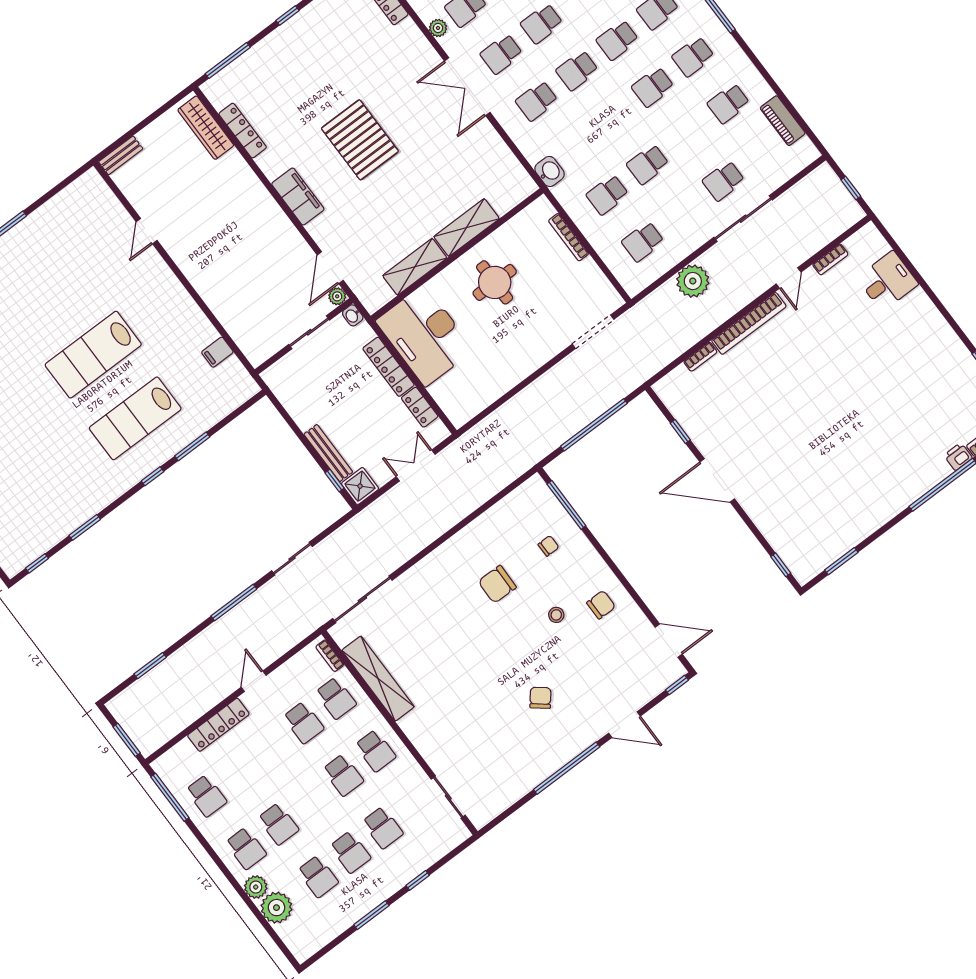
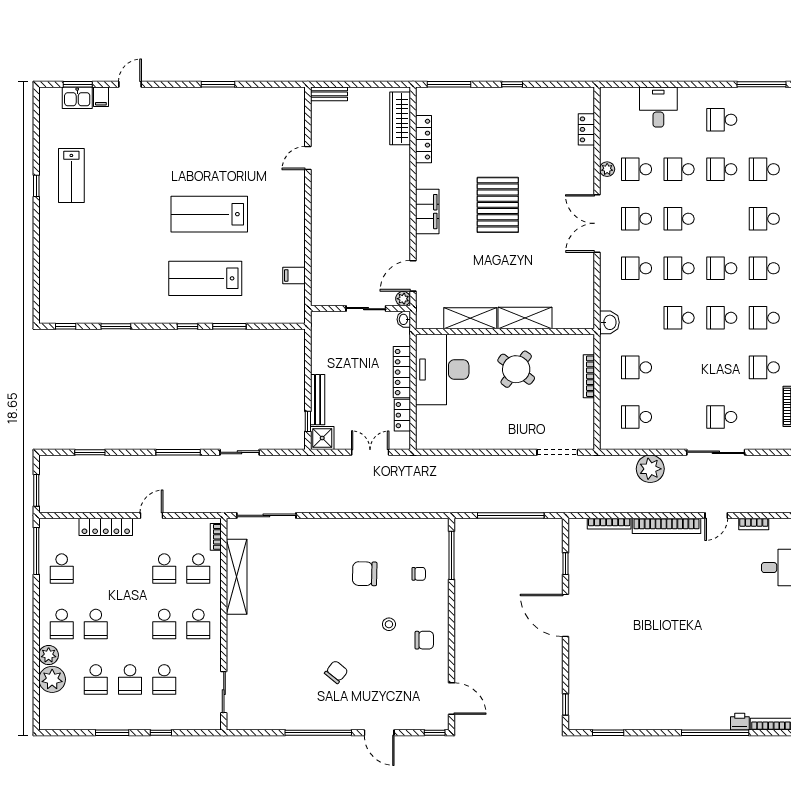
school desk: (648, 164) -> (679, 318), moved
round table: (495, 282) -> (516, 369), turned 37
bookcase: (700, 357) -> (609, 524), width x1.56

